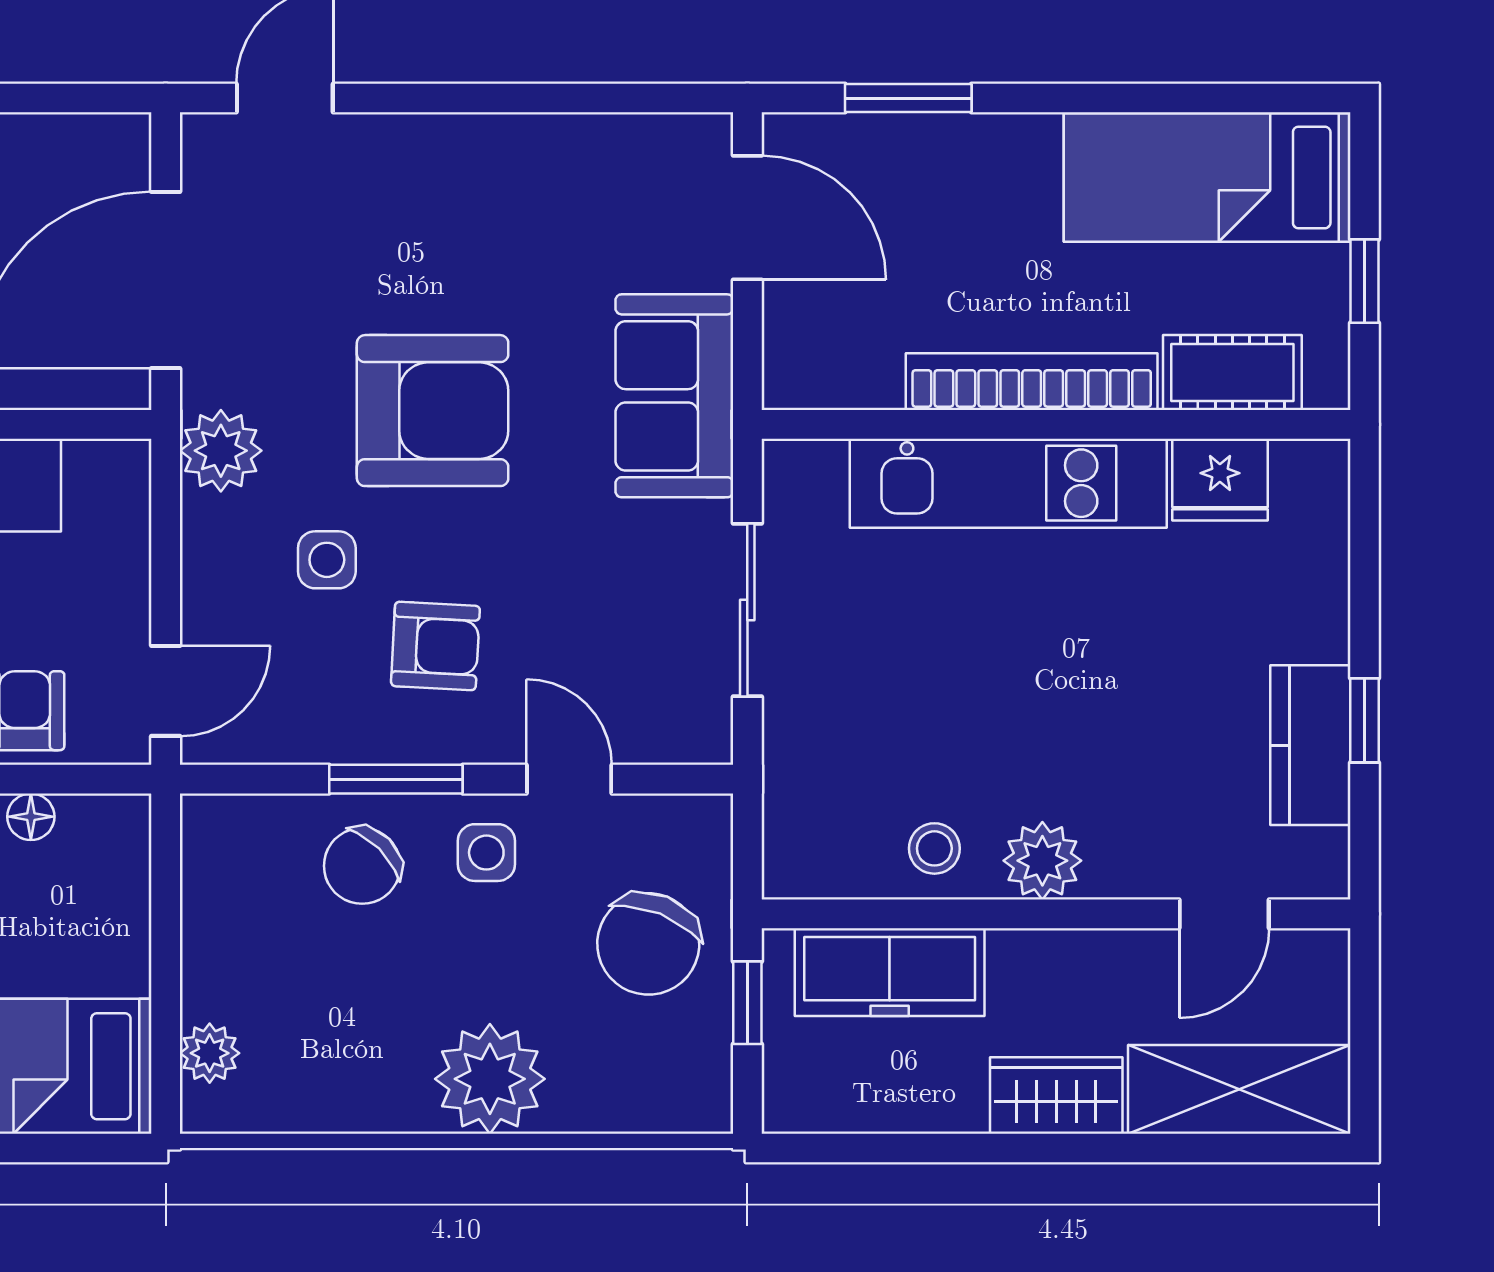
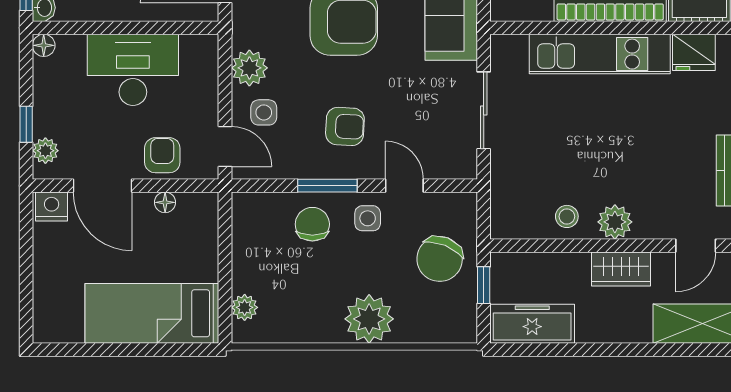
plant: (221, 451) -> (249, 68), moved
side table: (327, 560) -> (264, 112), moved
door: (166, 691) -> (225, 146), hinge flipped
chair: (362, 866) -> (312, 224), turned 135
freezer: (890, 972) -> (532, 324), moved, turned 180
wardrobe: (1056, 1095) -> (621, 269), moved, turned 180

